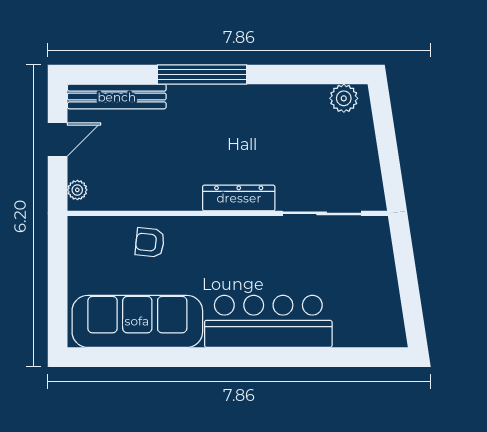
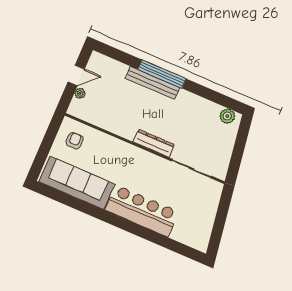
bench: (117, 97) -> (152, 83), moved
plant: (77, 190) -> (80, 93), moved
armchair: (150, 243) -> (75, 141), moved, turned 84

